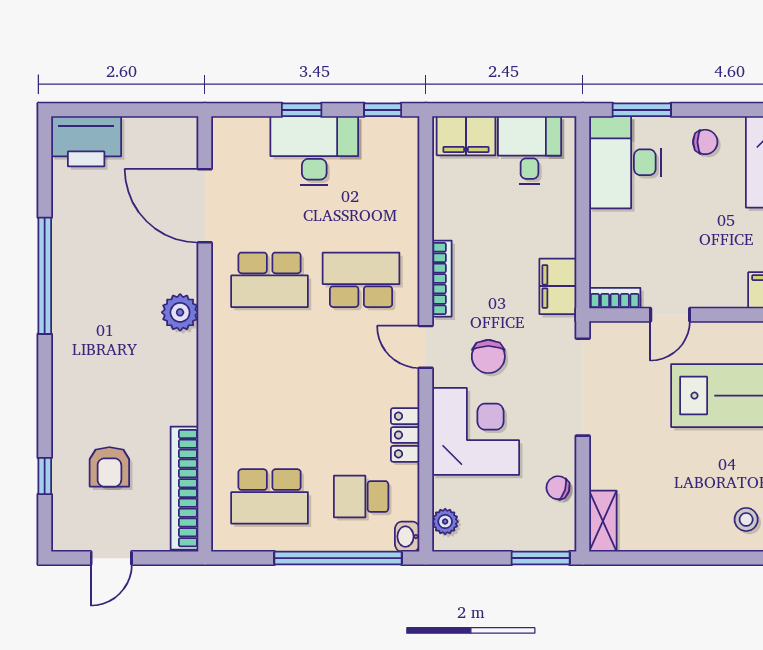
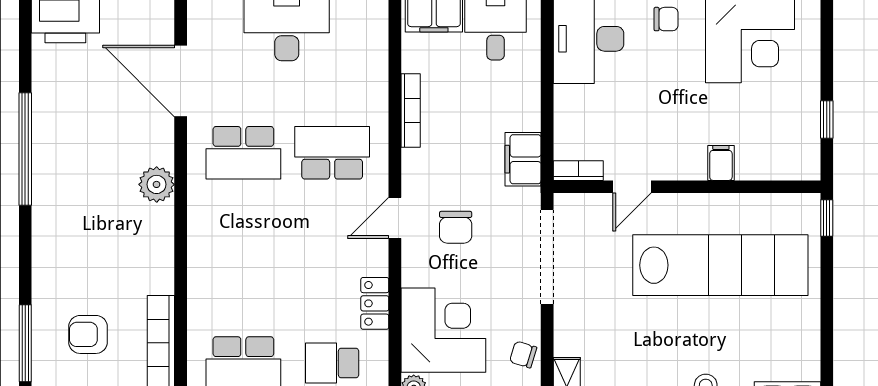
bookcase: (442, 279) -> (411, 111), moved
door: (426, 347) -> (395, 218), hinge flipped
corner desk: (476, 431) -> (443, 330), moved
armchair: (109, 467) -> (88, 334), turned 90
window: (45, 476) -> (25, 343), width x2.17

